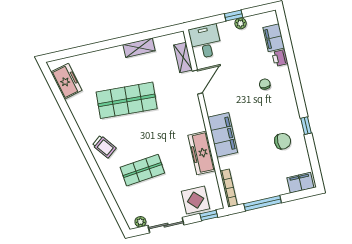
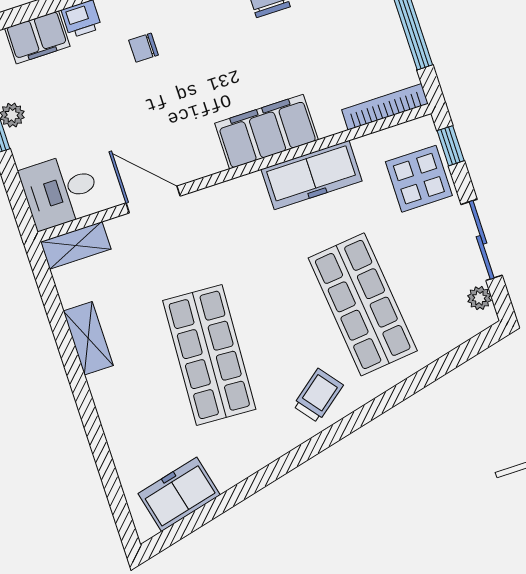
shelving: (183, 57) -> (76, 245), moved
shop shelf: (142, 170) -> (363, 304), width x1.43, depth x1.36

